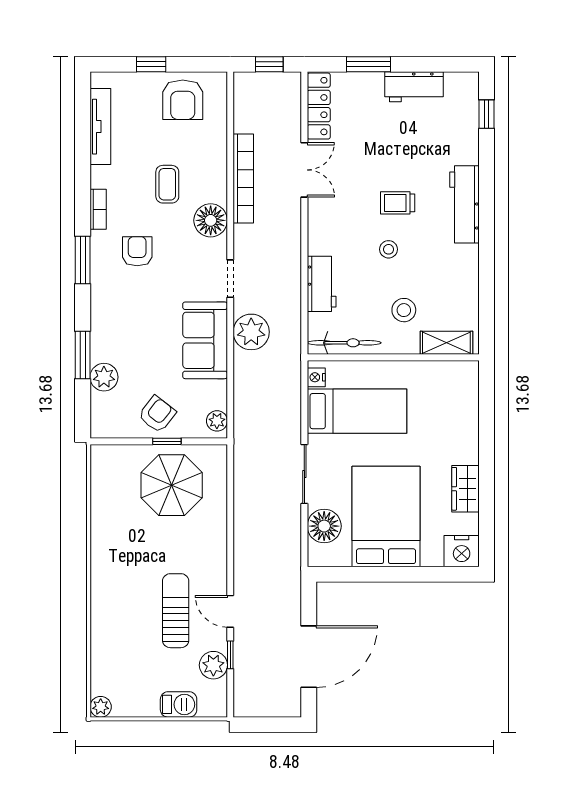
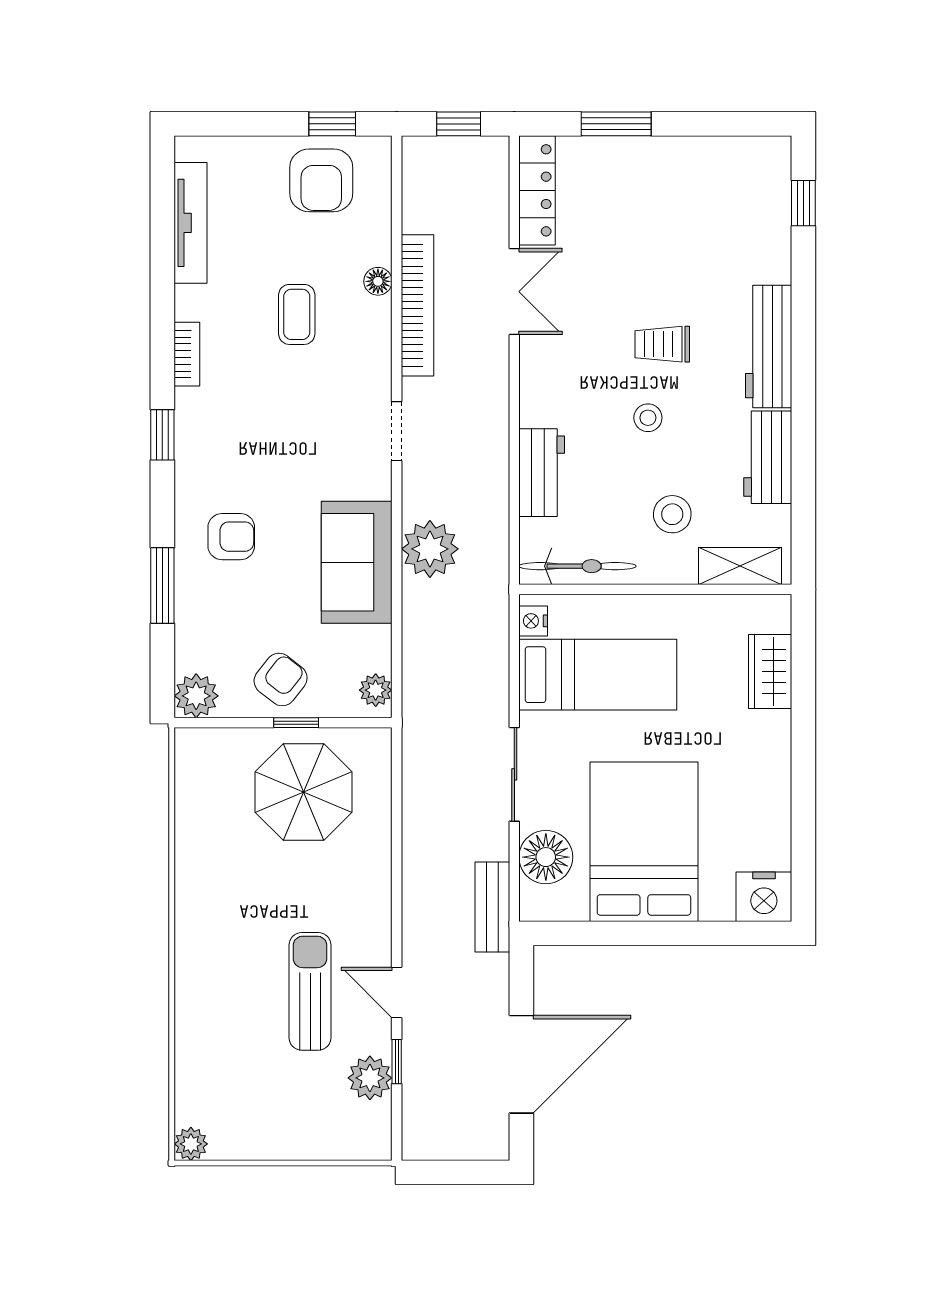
window: (151, 64) -> (332, 124), moved
workbench: (414, 87) -> (768, 457), moved, turned 90
floor lamp: (211, 220) -> (378, 281), moved, width x0.53, depth x0.53
armchair: (137, 251) -> (231, 537), moved, turned 90
window: (83, 260) -> (162, 435), width x0.67
doorway: (230, 279) -> (397, 431), moved
plant: (104, 377) -> (196, 696), moved
wardrobe: (466, 489) -> (770, 672), moved
bench: (290, 557) -> (492, 907), added
barbecue: (179, 704) -> (315, 1140), removed

